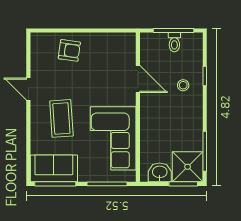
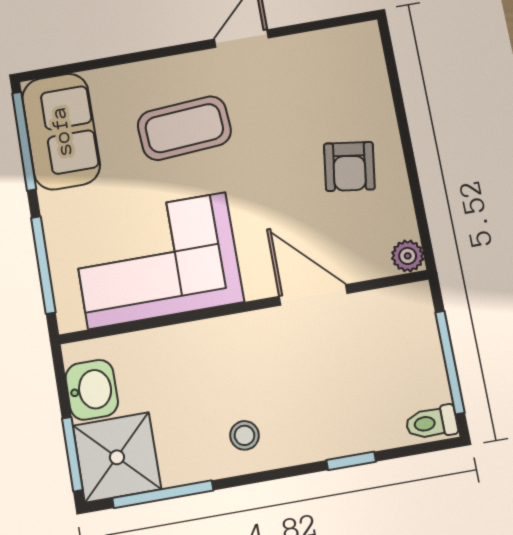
plant: (129, 39) -> (408, 256), added
toilet: (174, 42) -> (432, 423), moved
armchair: (69, 50) -> (349, 166), moved
door: (138, 79) -> (313, 295), swing flipped
stool: (183, 85) -> (245, 435), moved

